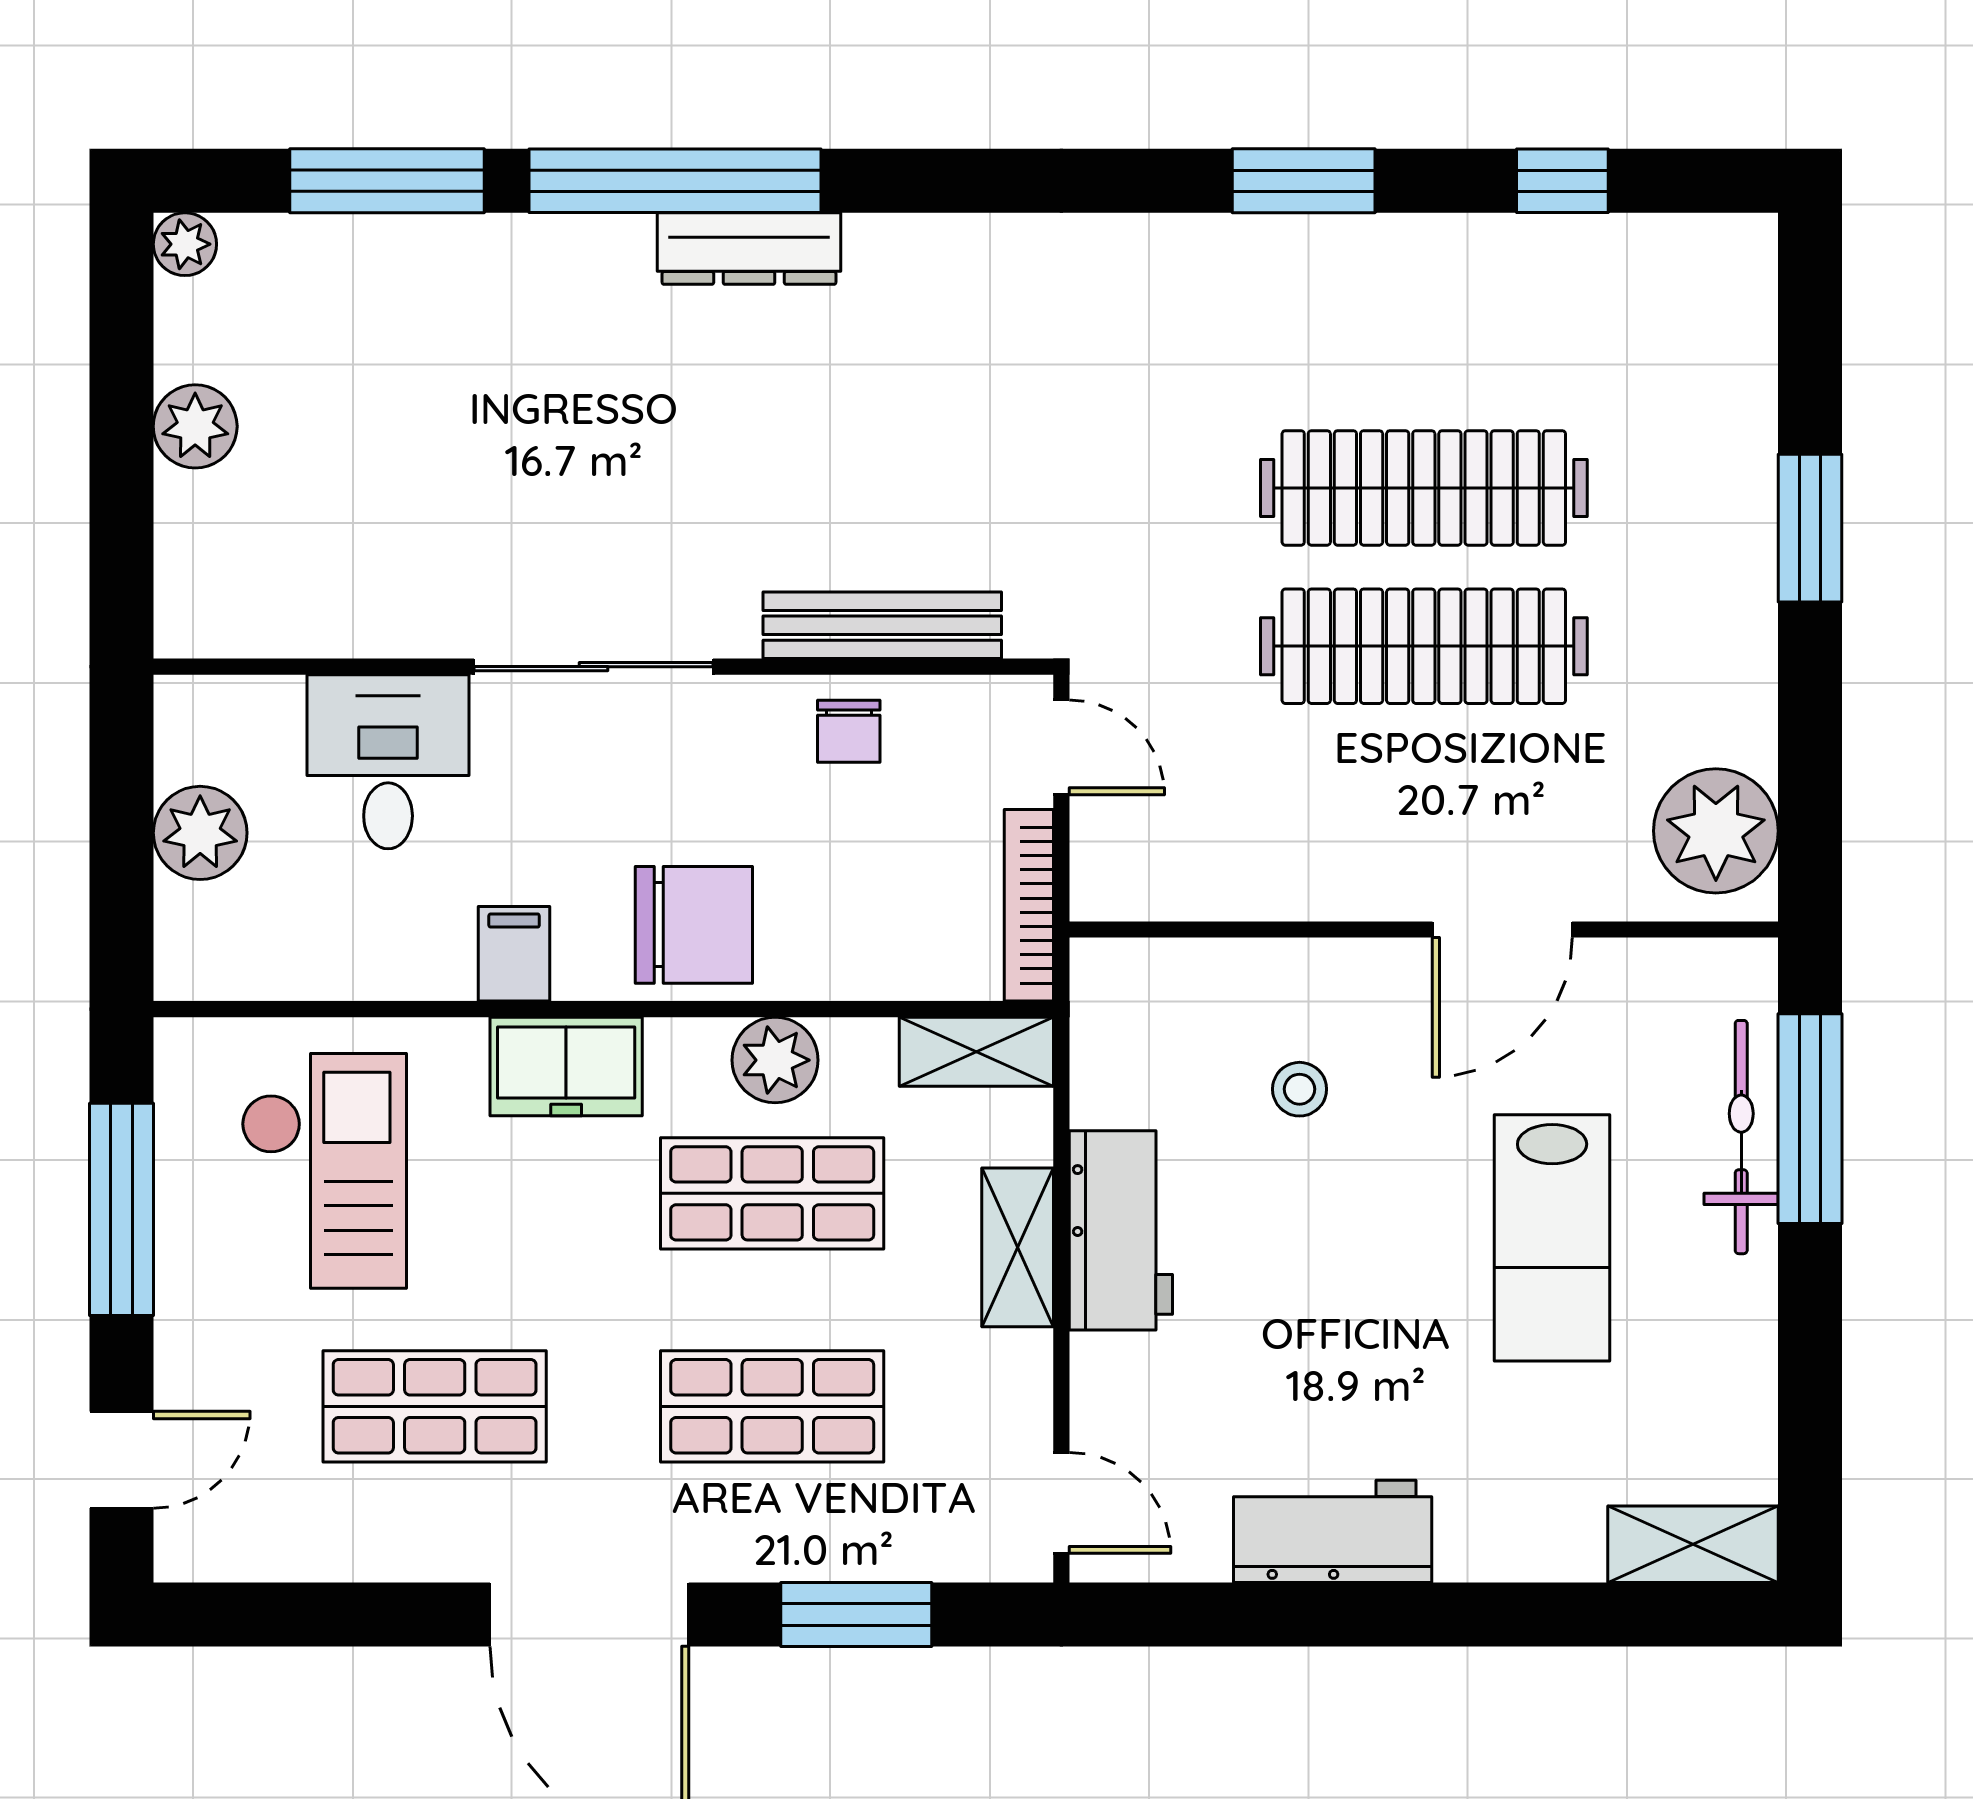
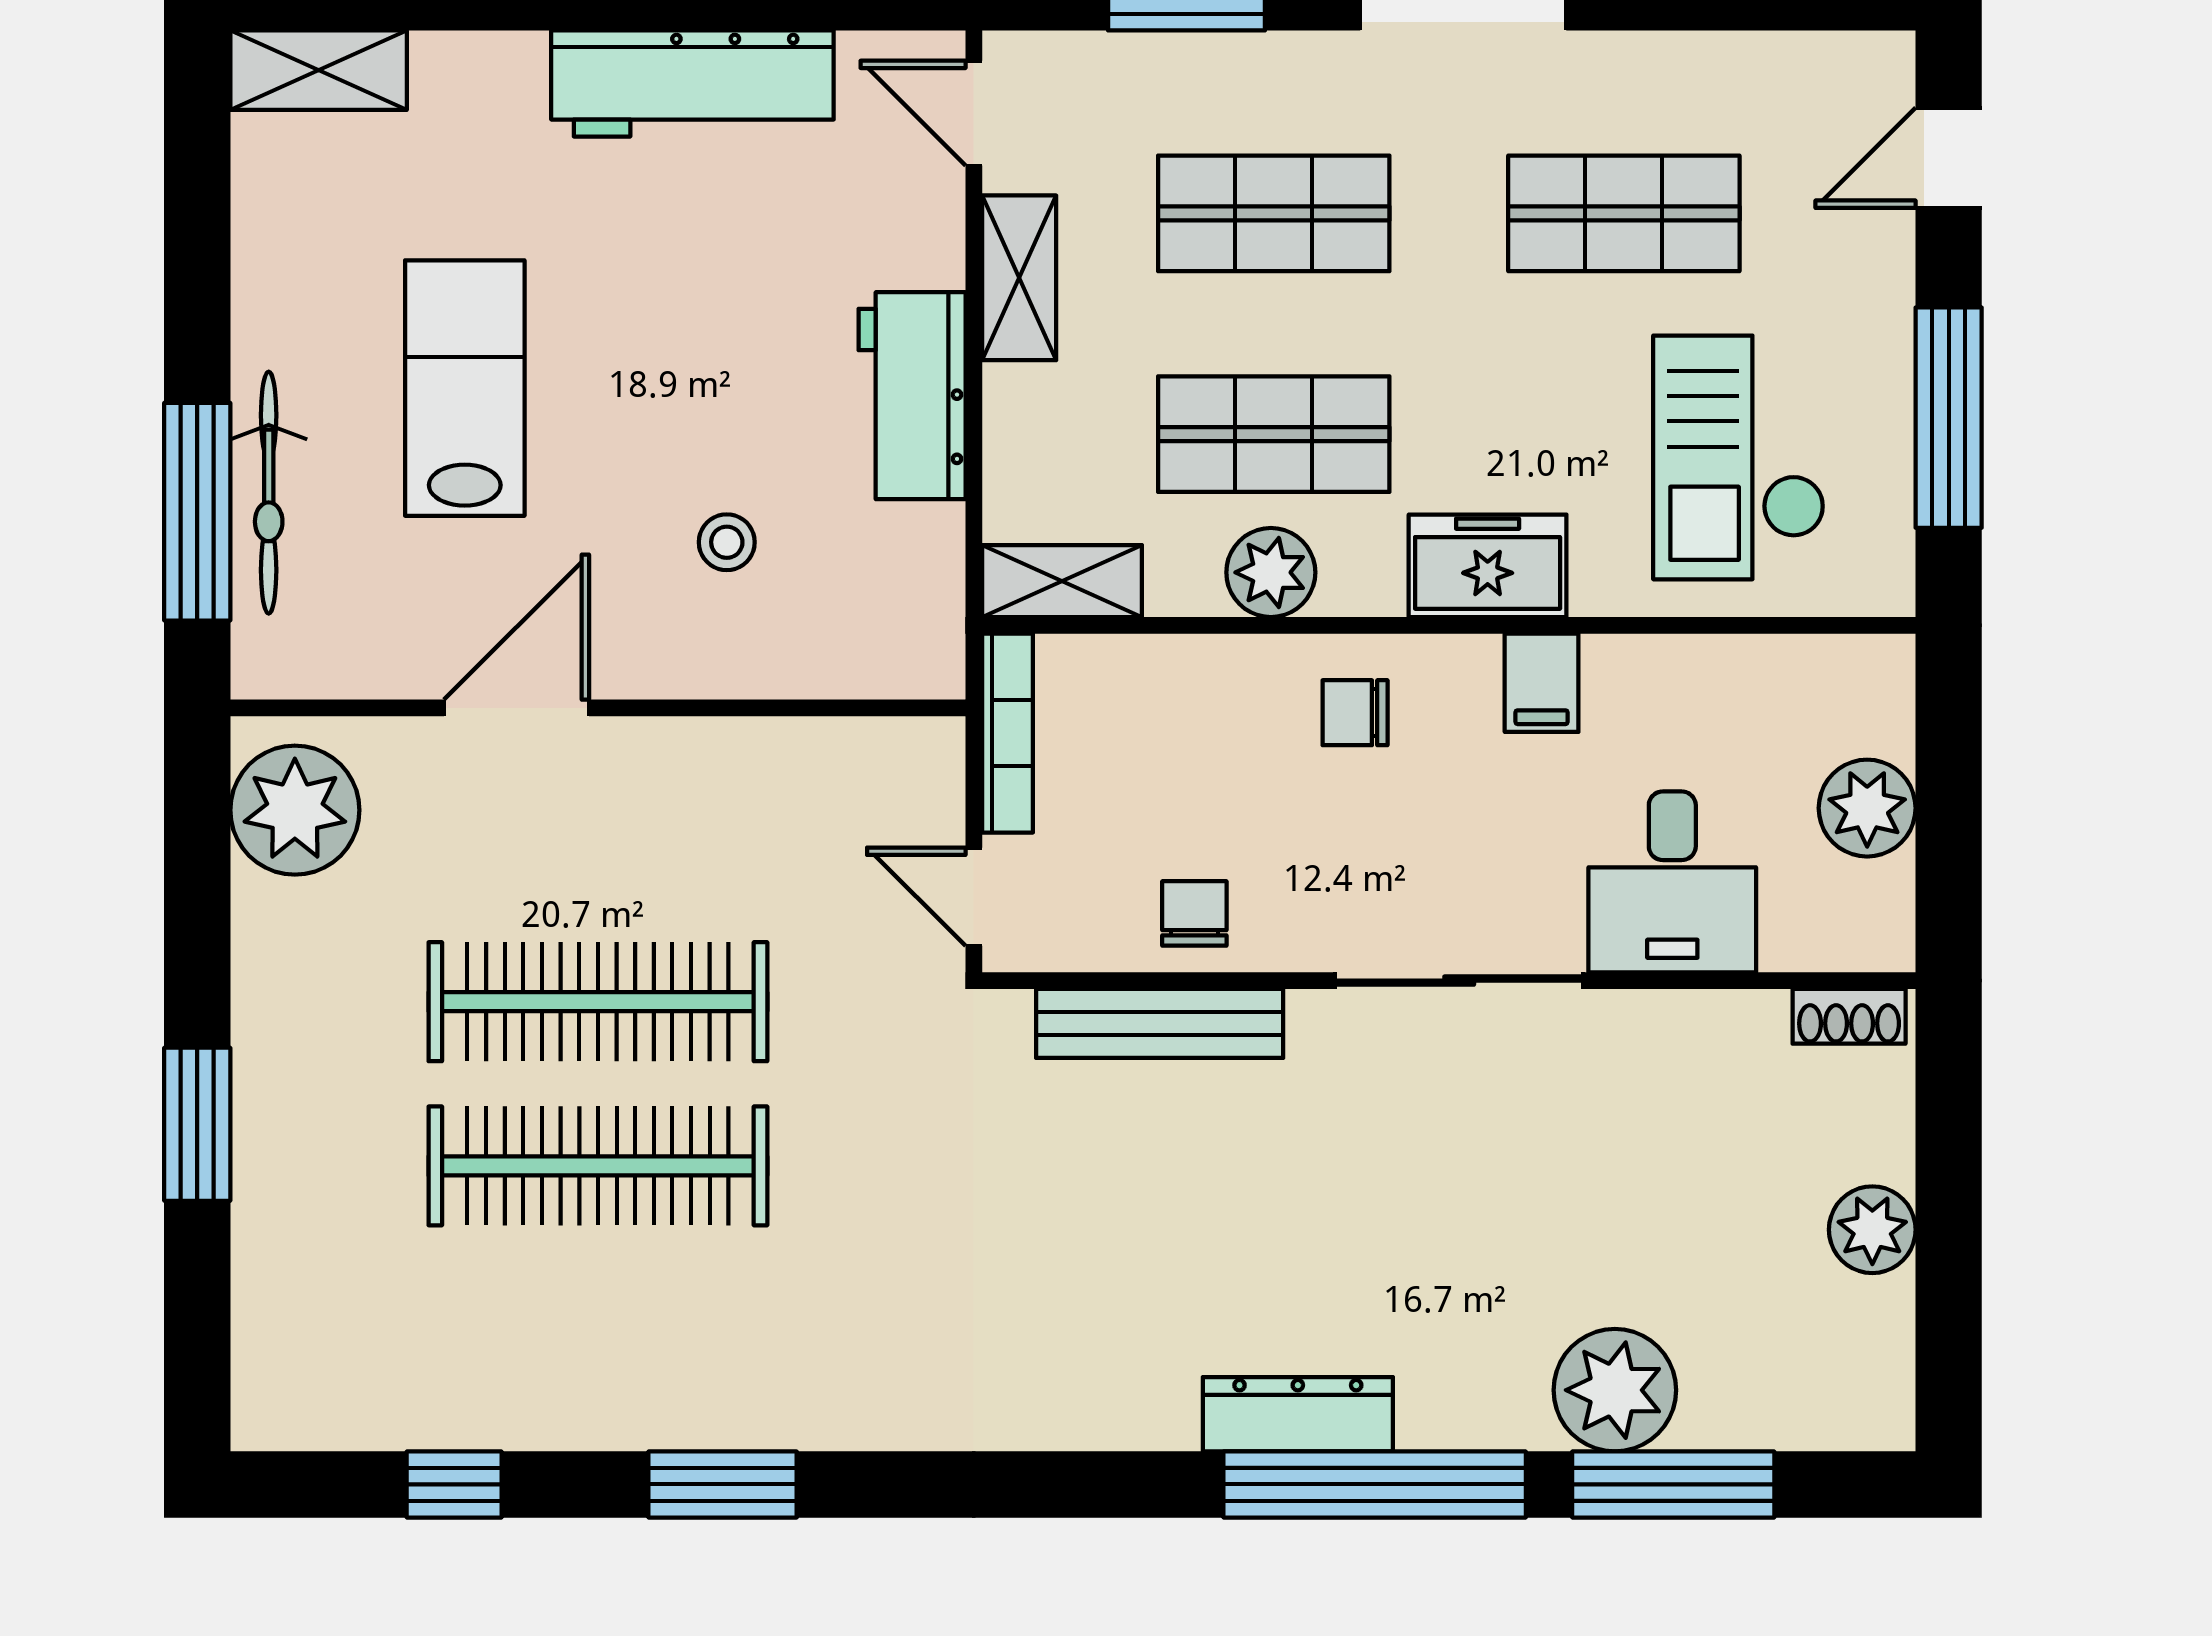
plant: (185, 244) -> (1615, 1390), moved, width x1.88, depth x1.88
shoe rack: (218, 632) -> (1849, 1016), added
chair: (694, 925) -> (1355, 713), width x0.54, depth x0.54
shelving: (1018, 1247) -> (1019, 278), moved
workbench: (1333, 1531) -> (692, 84), width x1.37

